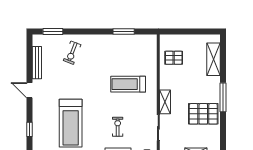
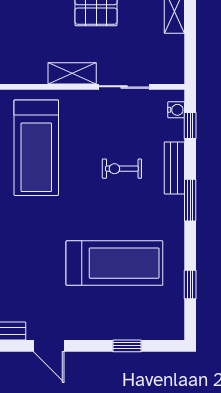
treadmill: (128, 84) -> (36, 148), width x1.37, depth x1.38
door: (29, 90) -> (49, 346), hinge flipped

